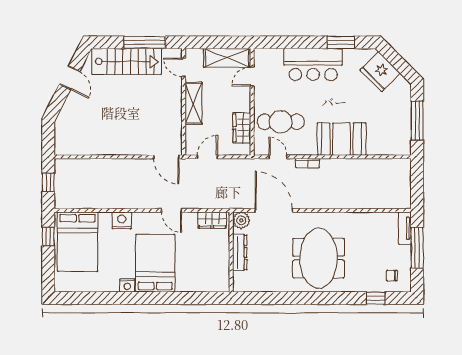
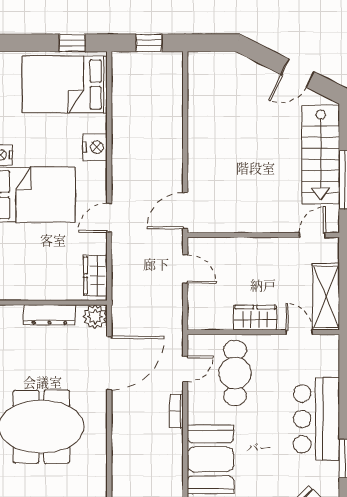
shelving: (194, 103) -> (261, 249), removed
wardrobe: (242, 128) -> (255, 318), moved

